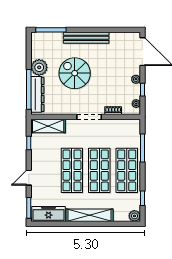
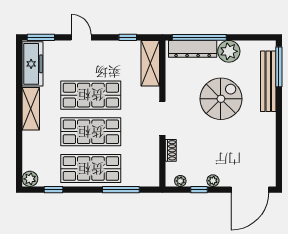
bench: (86, 38) -> (268, 81), moved
shelving: (90, 215) -> (31, 109), width x0.68

